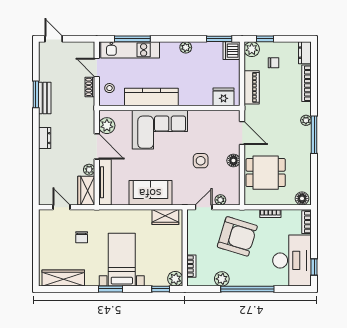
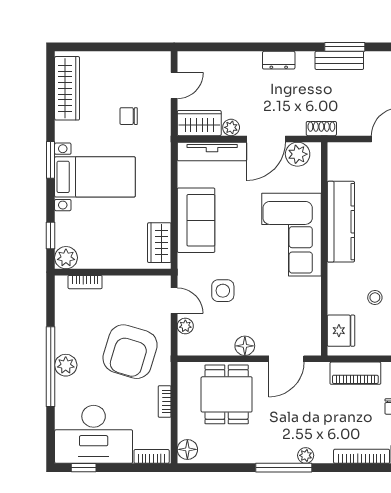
shoe rack: (90, 87) -> (321, 129), moved
stool: (109, 88) -> (375, 297), moved
side table: (201, 161) -> (223, 291), moved
plant: (222, 279) -> (66, 365), moved

